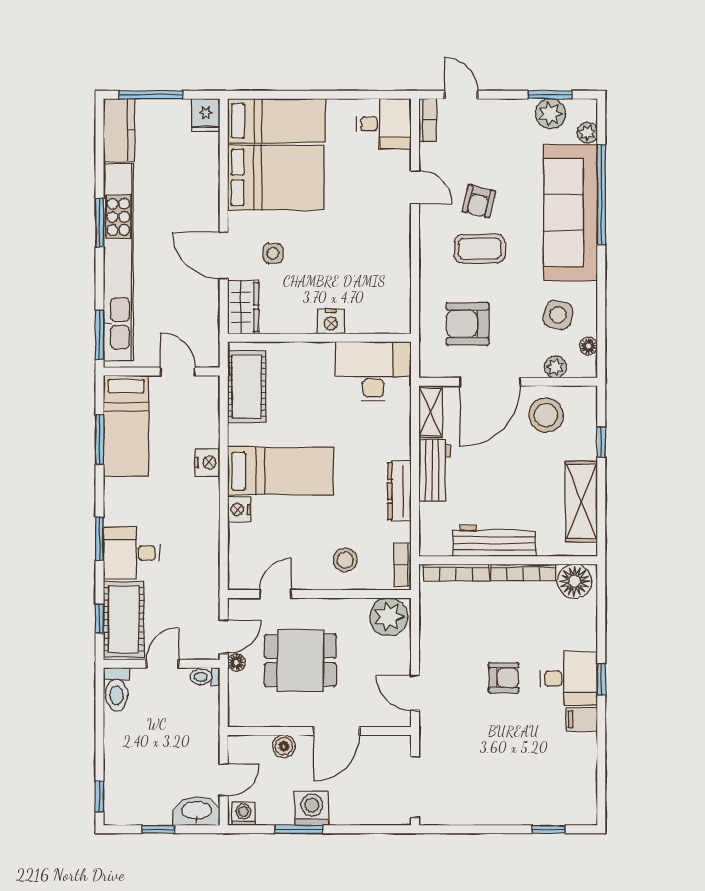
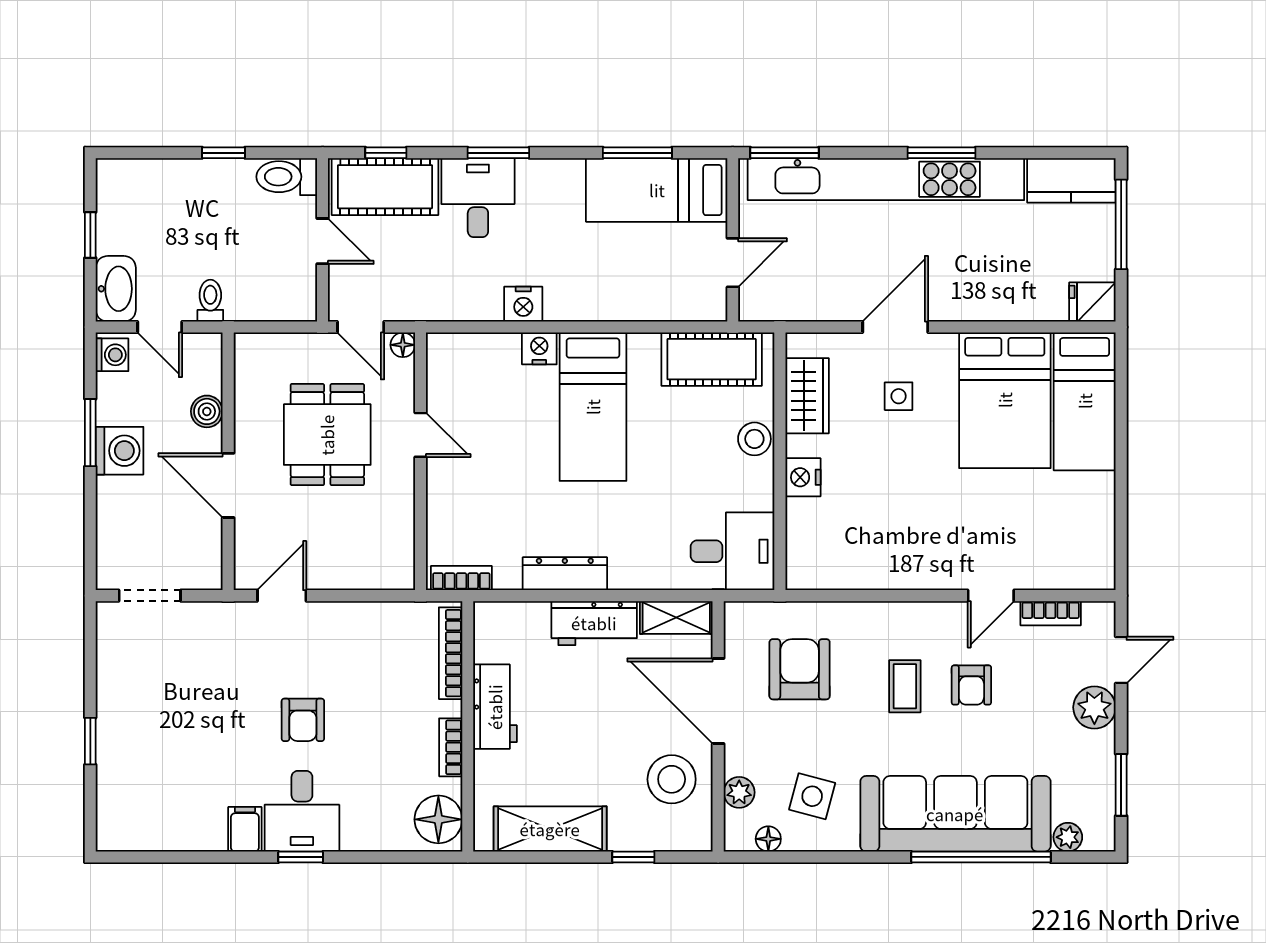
plant: (550, 114) -> (1094, 707), moved
bookcase: (428, 120) -> (1051, 613), moved
desk: (384, 124) -> (1080, 552), removed
armchair: (479, 201) -> (971, 685), turned -103
coffee table: (480, 249) -> (905, 686), width x0.73, depth x0.77
wardrobe: (243, 307) -> (807, 396), moved, turned -90
desk: (373, 372) -> (733, 551), width x0.73
nightstand: (207, 462) -> (523, 304), moved
workbench: (494, 541) -> (495, 707), width x0.73
stool: (345, 560) -> (754, 439), moved
bookcase: (523, 572) -> (451, 747), width x0.64
door: (276, 594) -> (421, 435), moved
plant: (389, 617) -> (388, 558), removed
floor lamp: (236, 662) -> (403, 345), moved
toilet: (205, 677) -> (210, 301), moved
doorway: (415, 787) -> (150, 596), width x0.73
window: (100, 796) -> (223, 153), moved
window: (549, 829) -> (90, 741), moved

